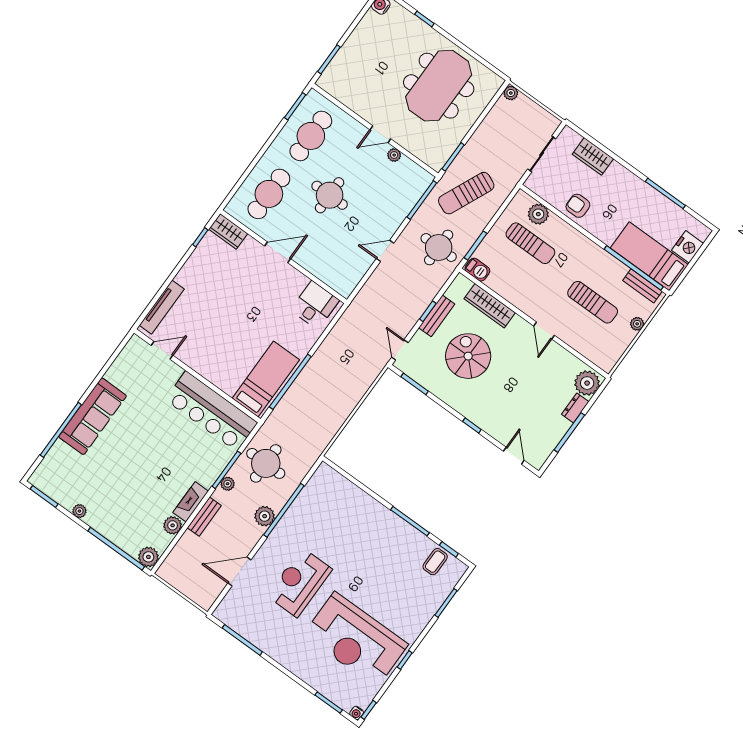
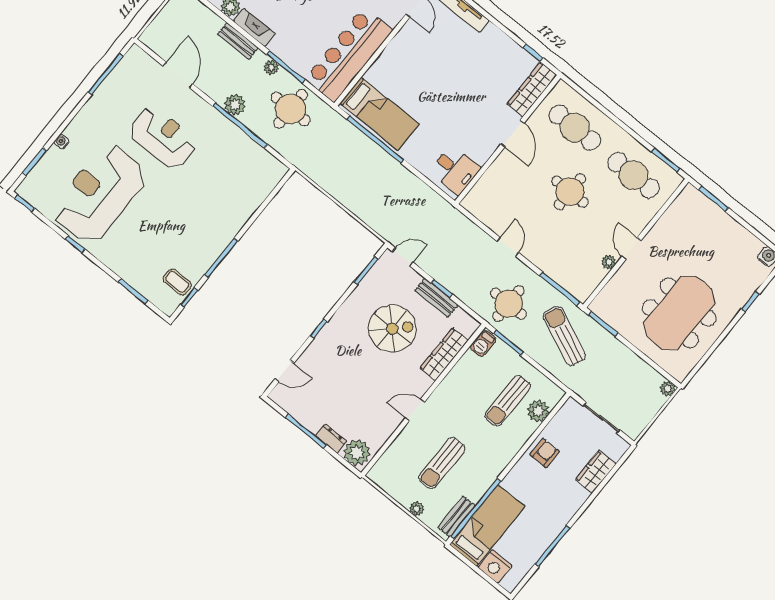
meeting table: (439, 86) -> (679, 313), turned 90
wardrobe: (228, 231) -> (532, 89), width x1.50
water cooler: (357, 713) -> (62, 142), moved

